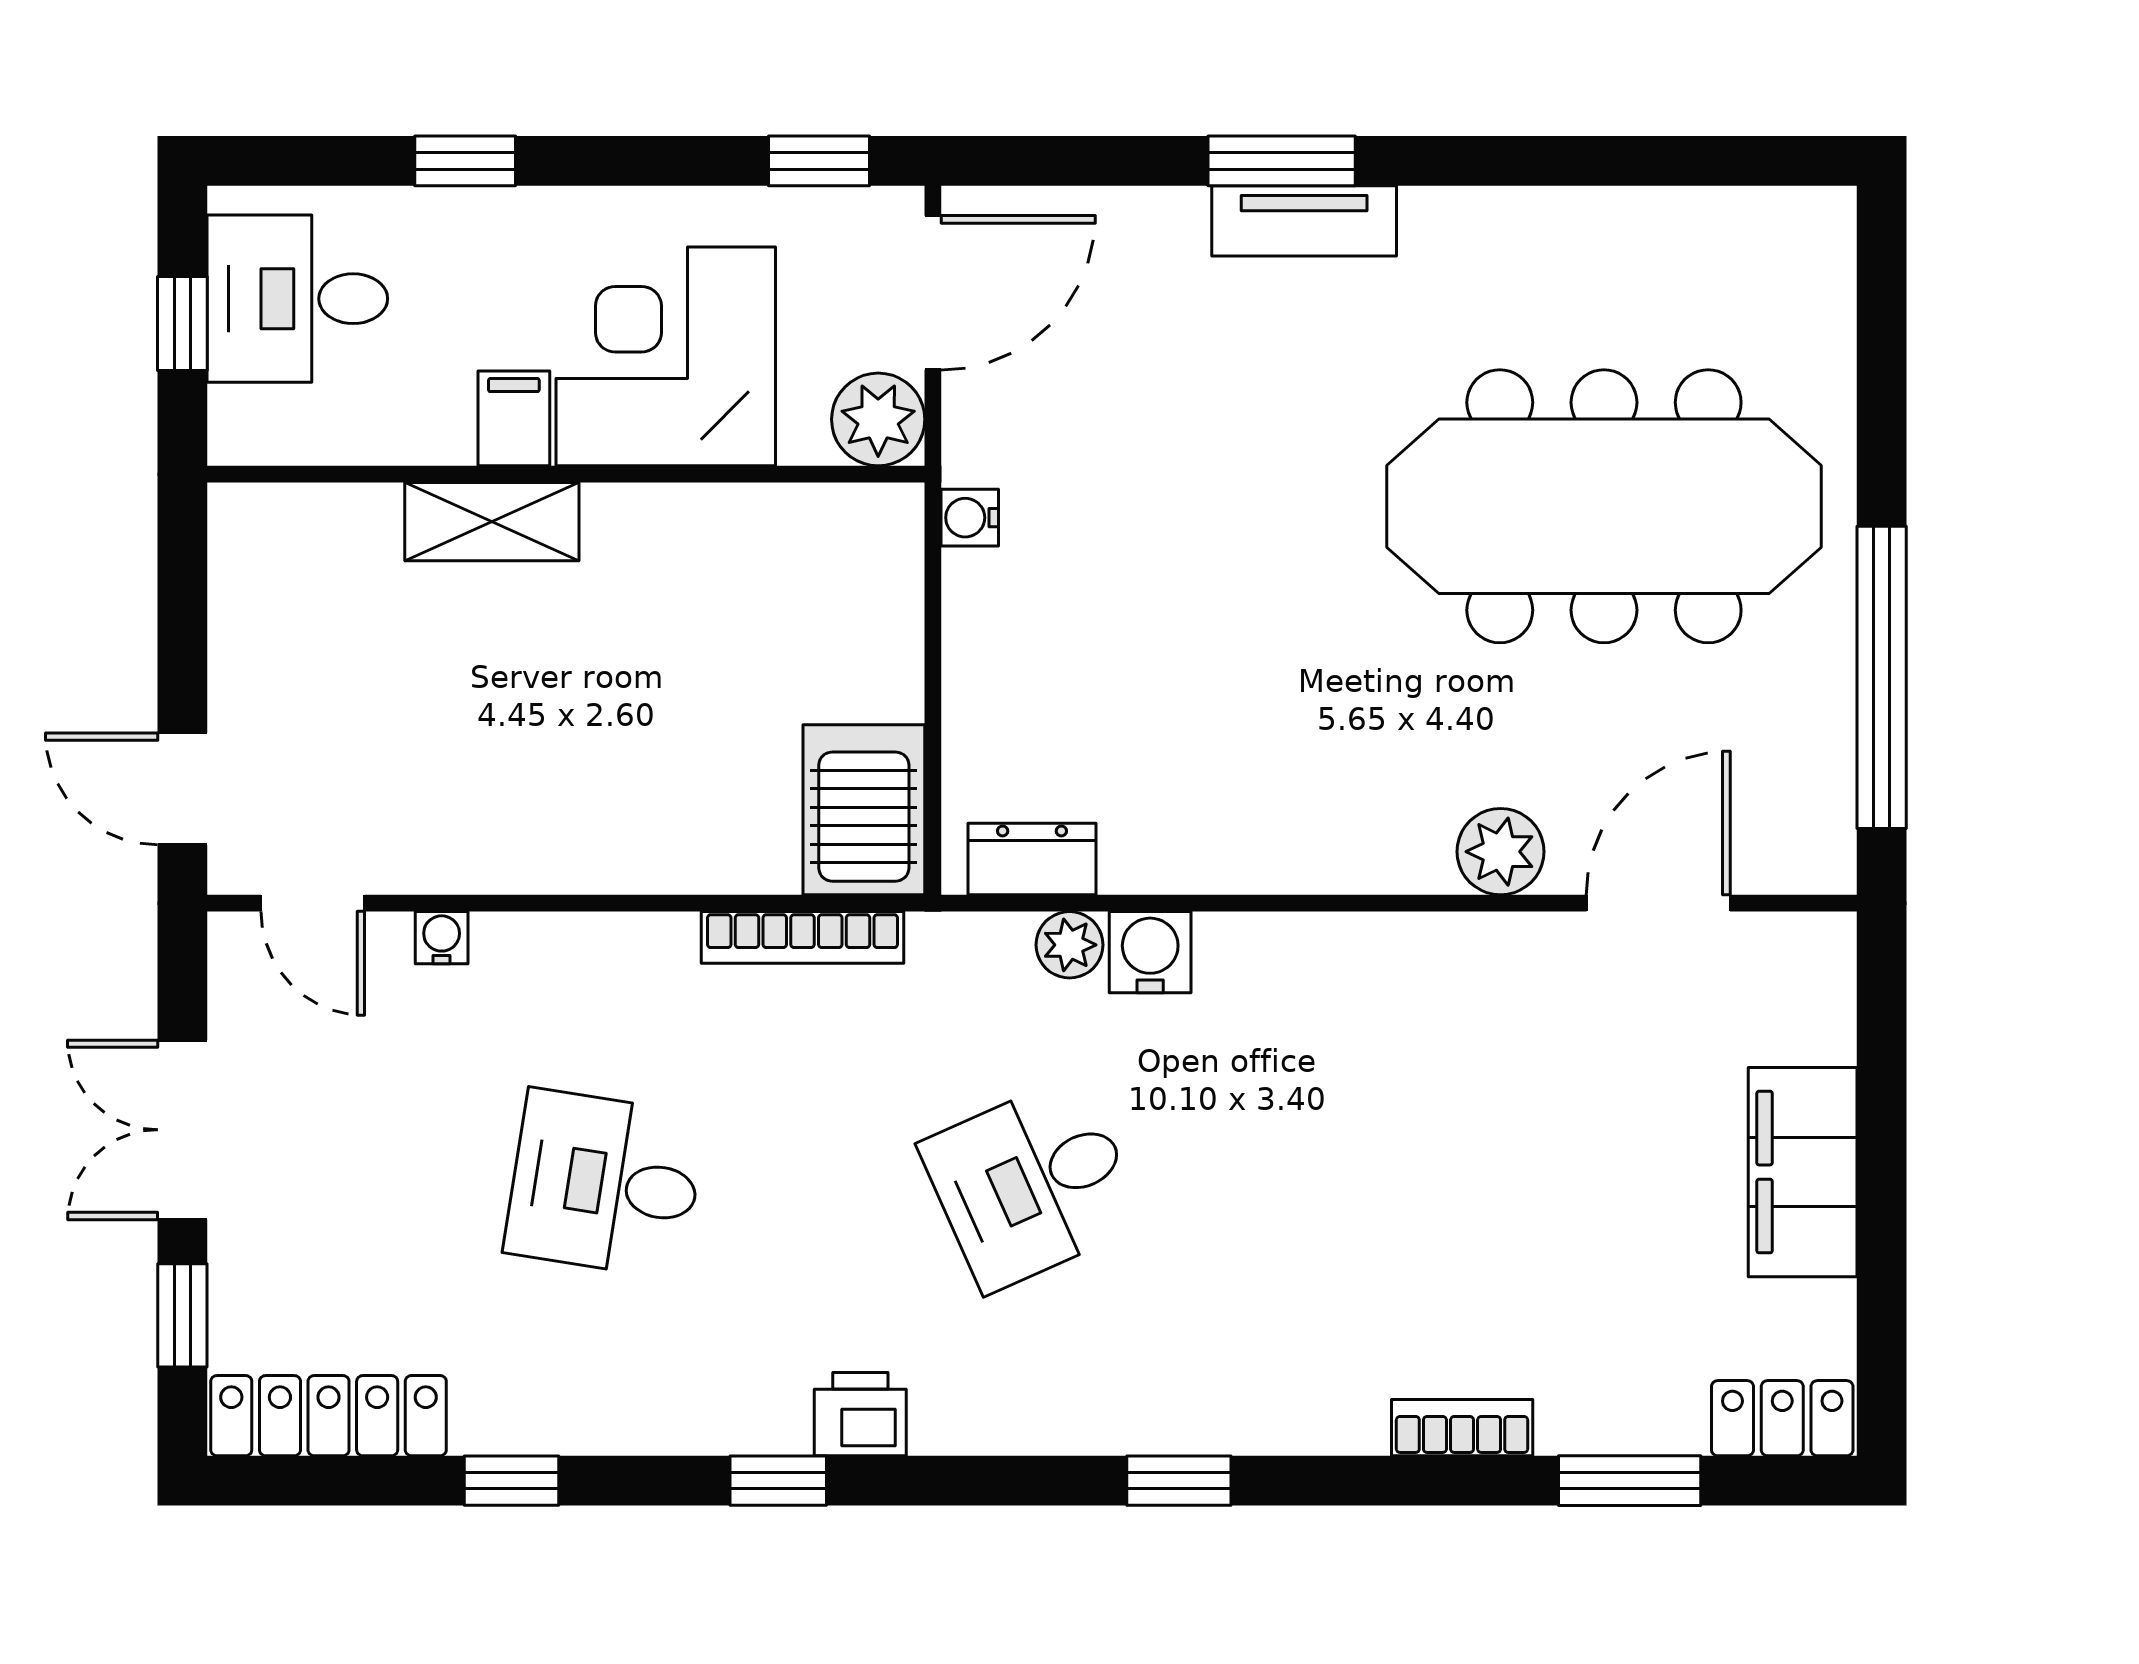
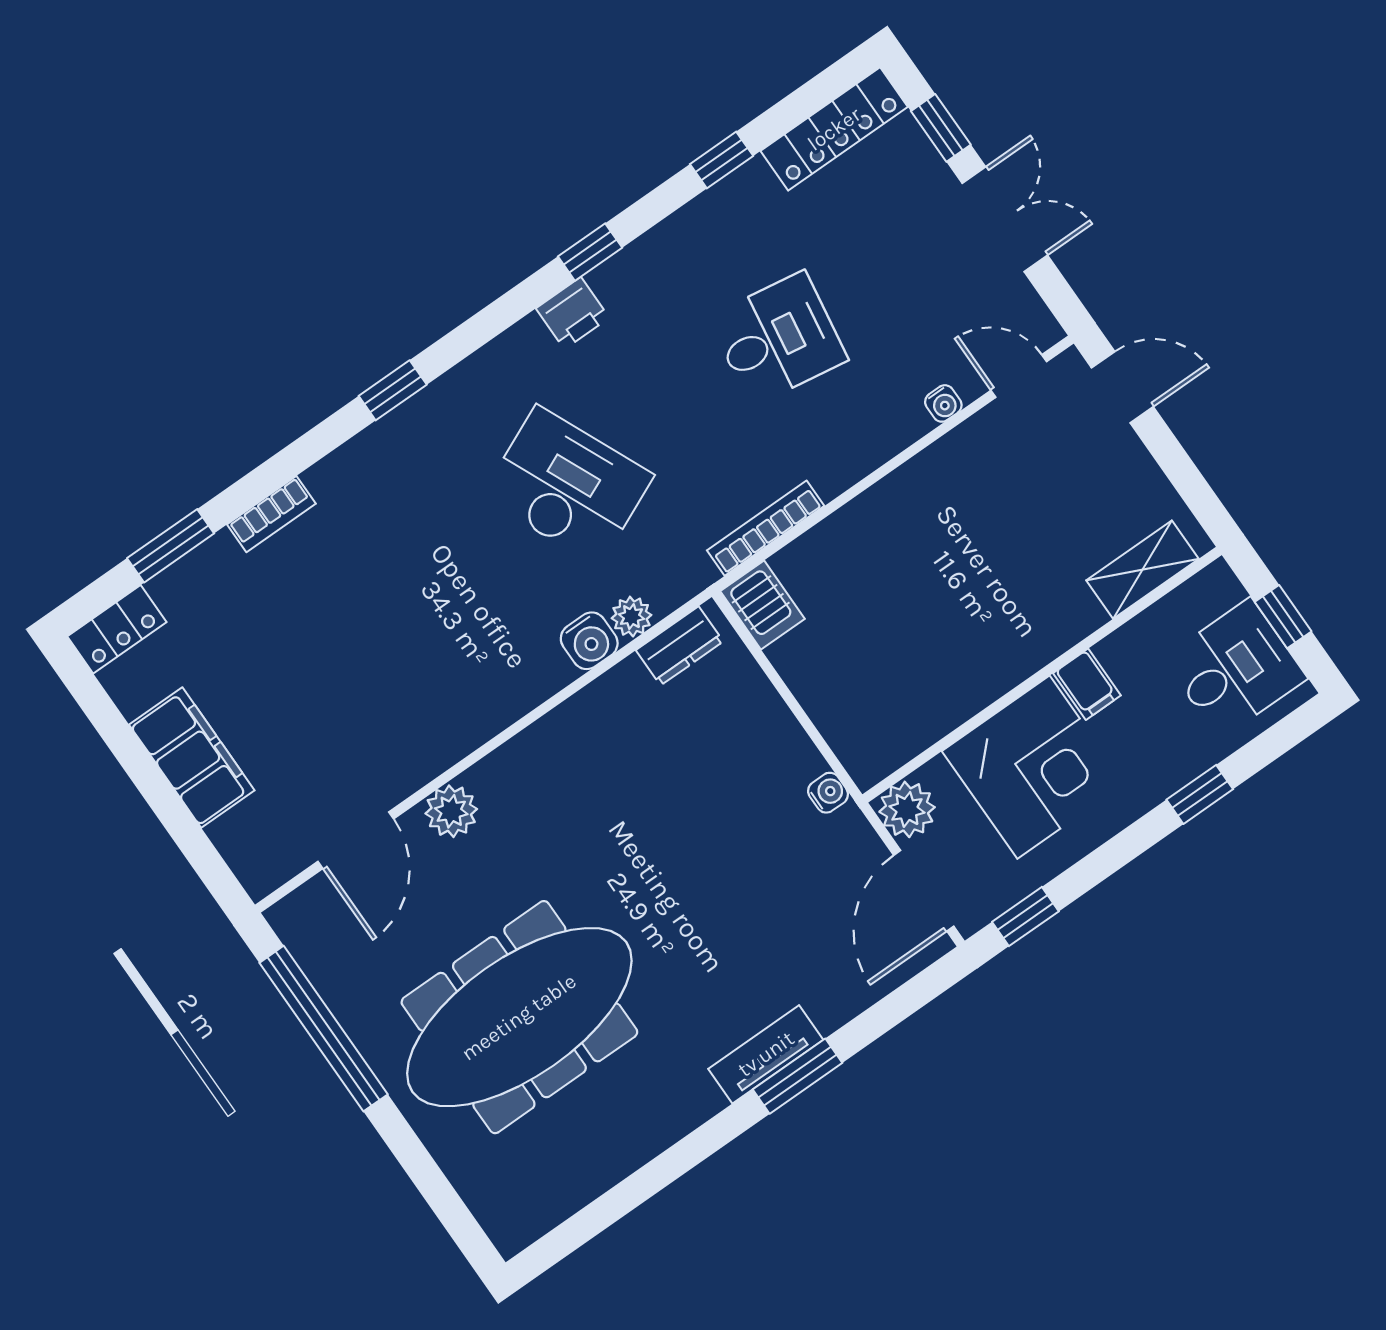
shelving: (492, 522) -> (1142, 570), moved
server rack: (864, 810) -> (762, 605), width x0.73, depth x0.70
desk: (1032, 1184) -> (568, 486), width x1.37

